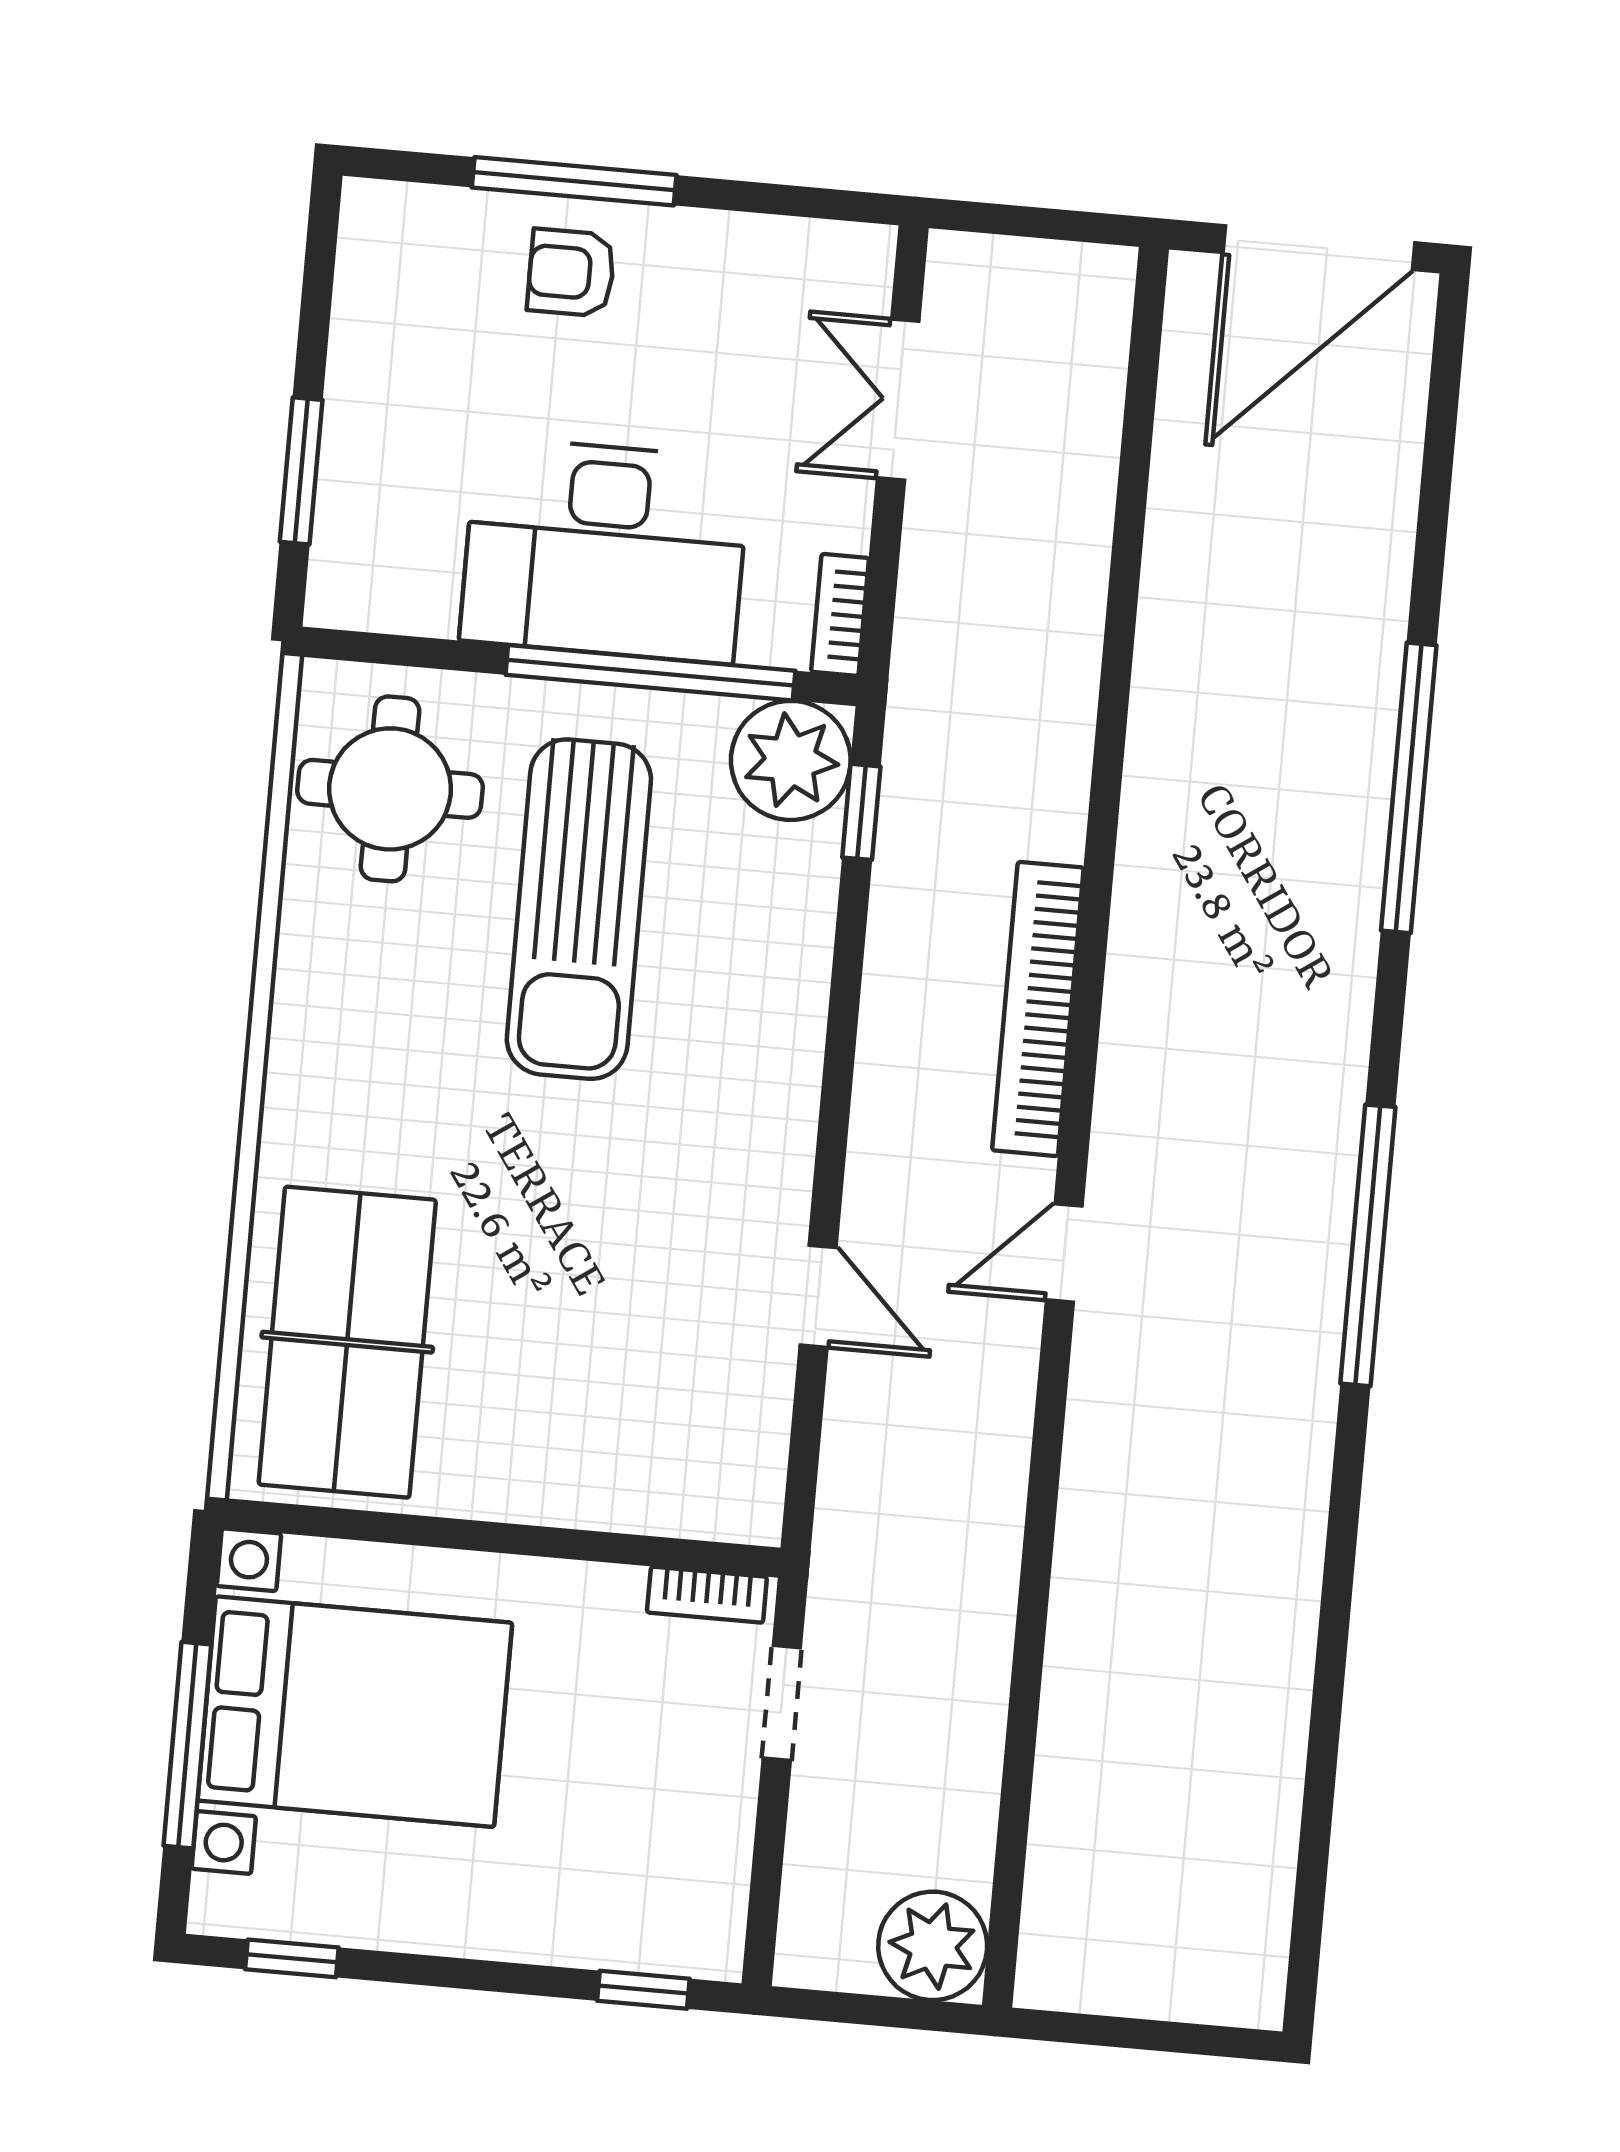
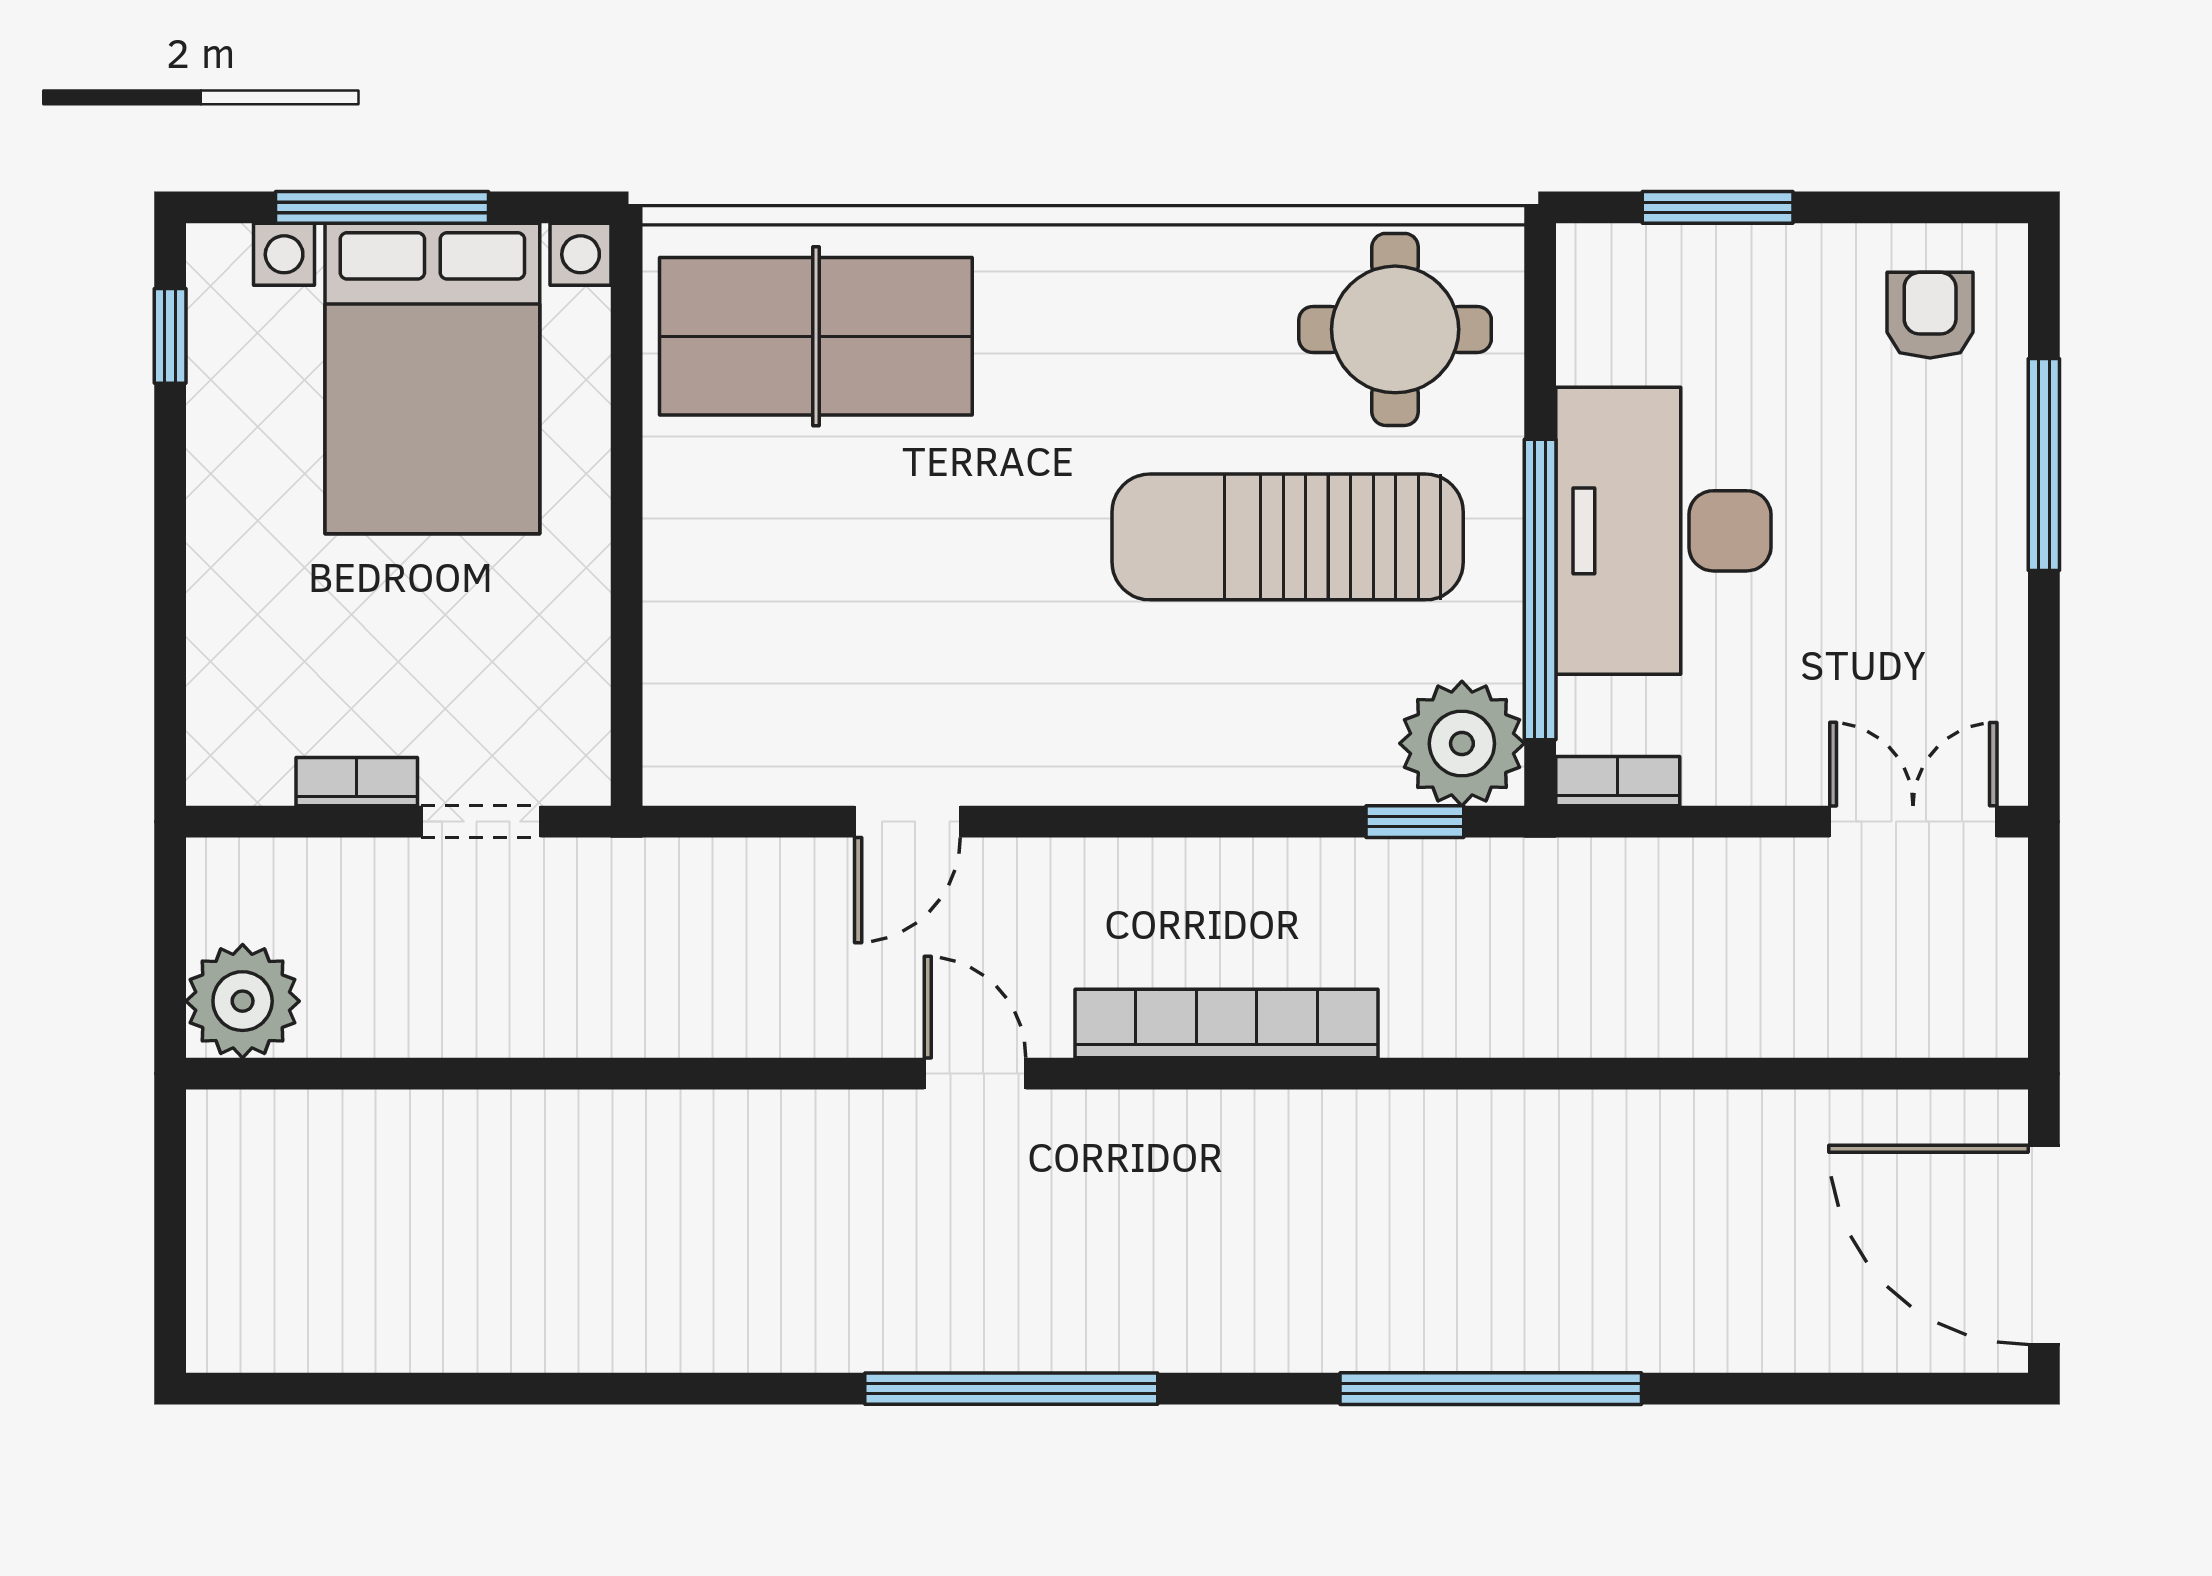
armchair: (571, 273) -> (1930, 315), moved
double door: (898, 400) -> (1913, 822), moved
bookcase: (707, 1595) -> (357, 782), moved, turned 90
window: (643, 1990) -> (170, 704), removed

